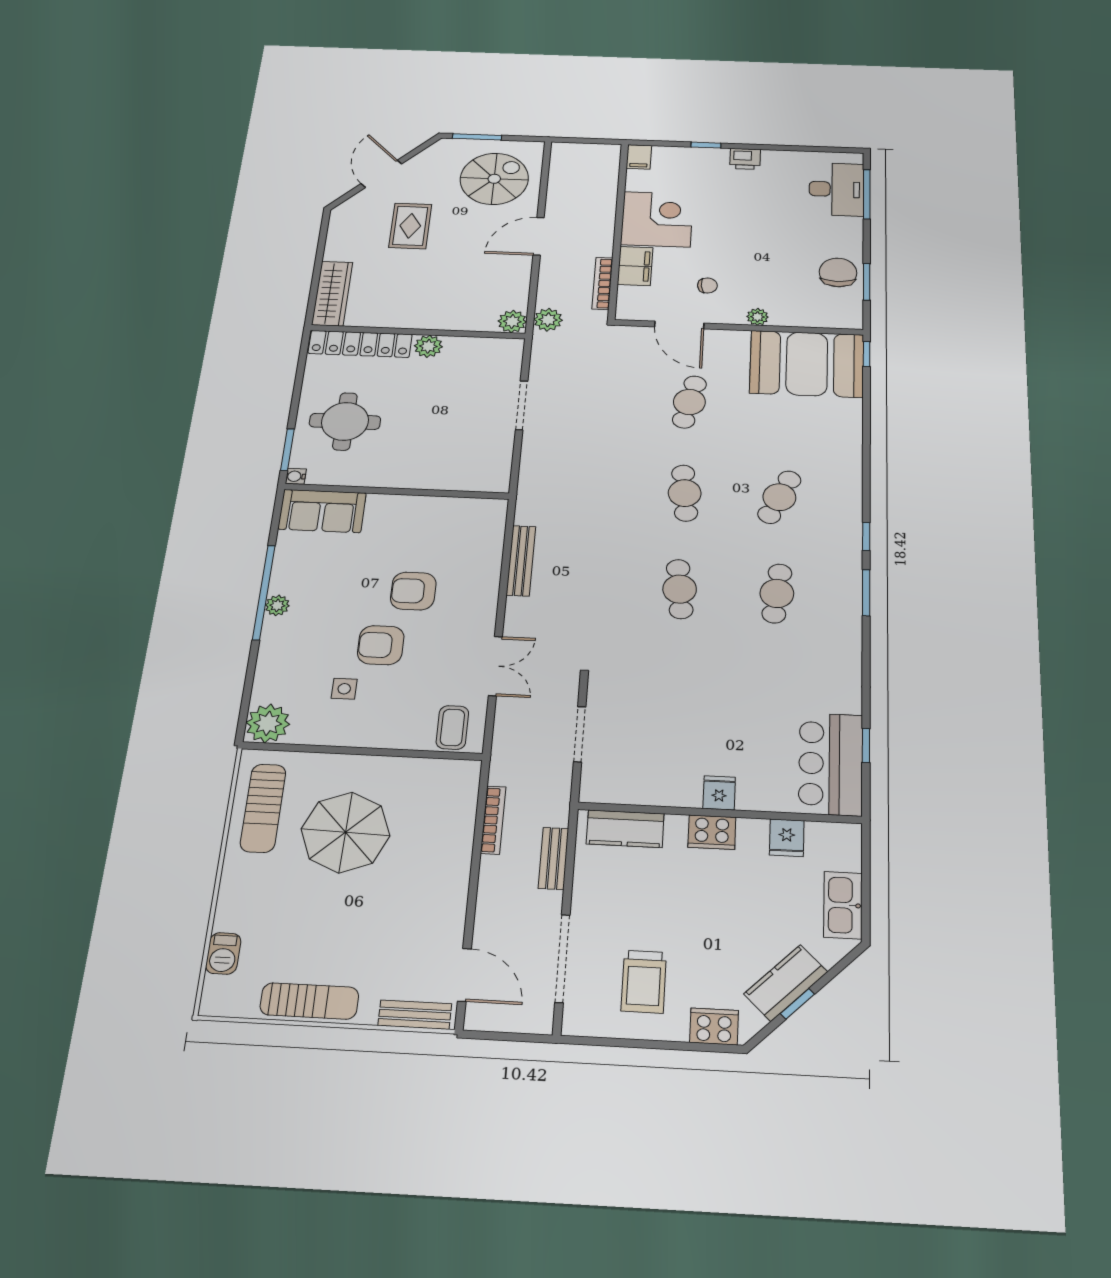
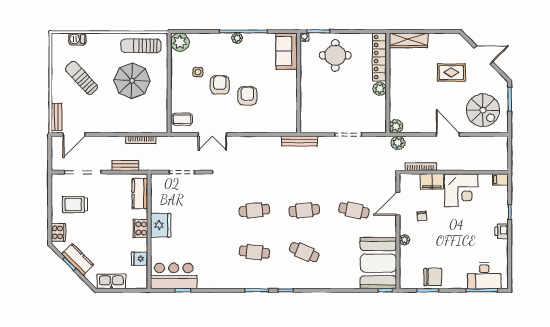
bench: (521, 561) -> (299, 141), moved
fridge: (719, 793) -> (161, 225), width x1.88, depth x1.34
sun lounger: (309, 1001) -> (81, 78), moved, turned 137

